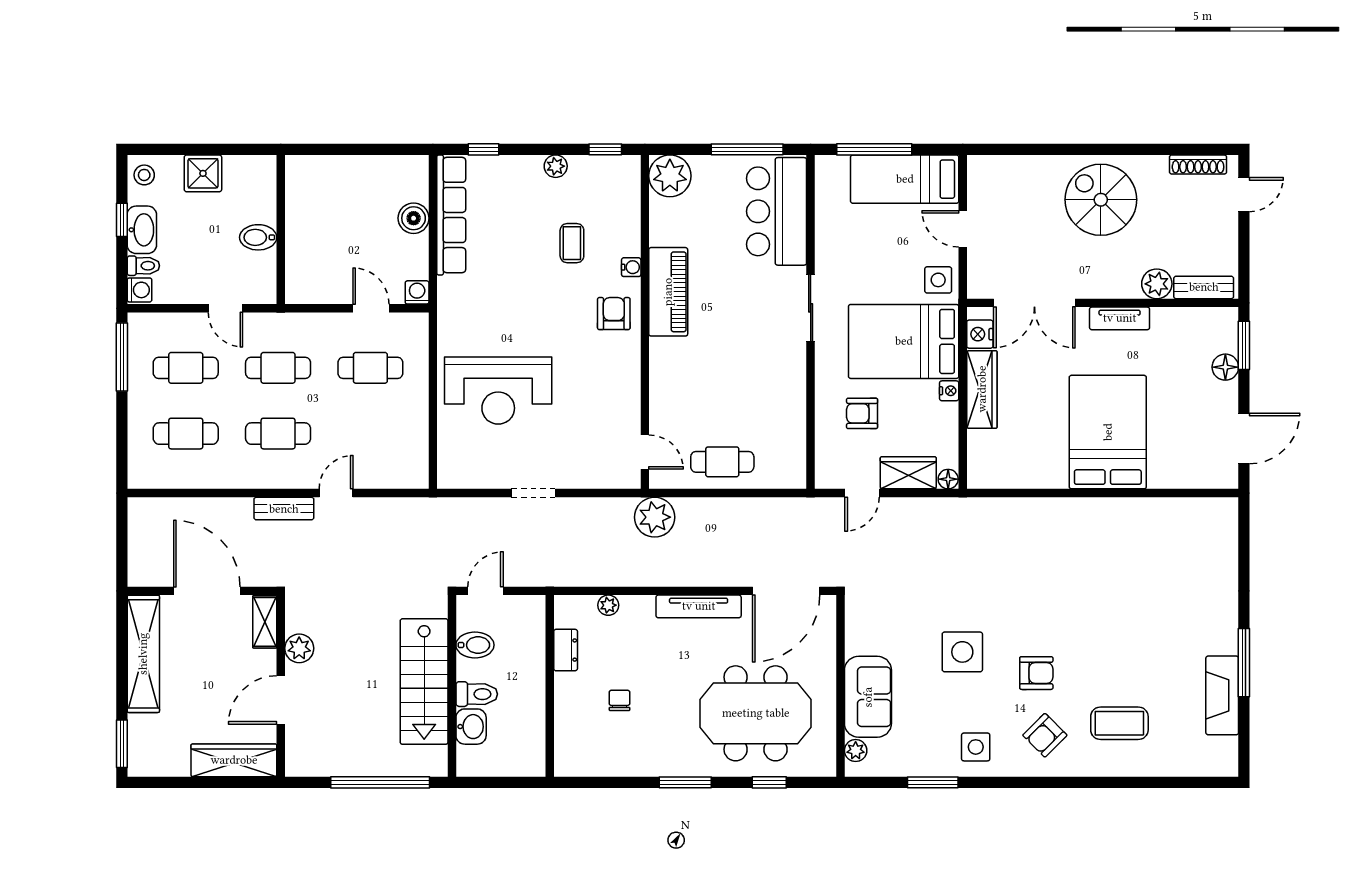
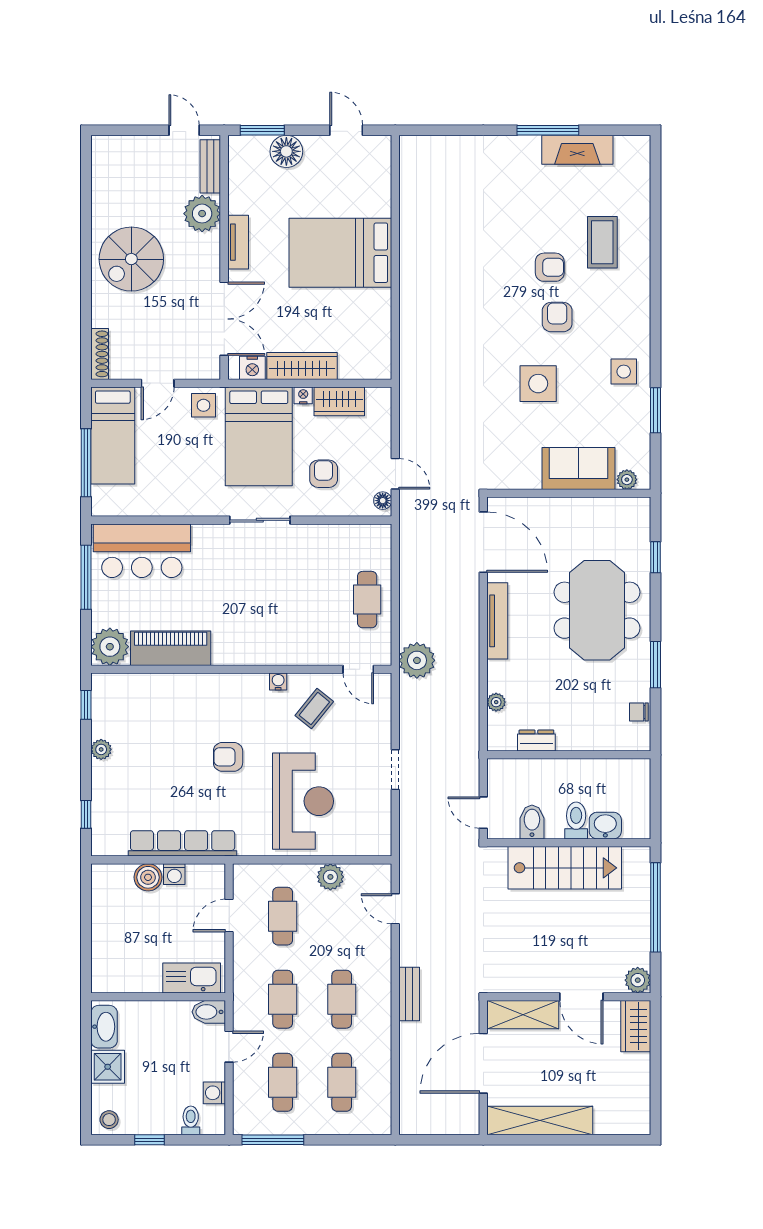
shoe rack: (1198, 164) -> (100, 354), moved
door: (1244, 195) -> (184, 130), moved
row of seats: (451, 215) -> (183, 843), moved
washbasin: (142, 230) -> (104, 1027), moved, turned 90
bidet: (258, 237) -> (209, 1012), moved, turned 90
coffee table: (572, 243) -> (314, 709), moved, turned -51
kitchen sink: (302, 267) -> (192, 978), added
water cooler: (631, 267) -> (278, 681), moved
plant: (1157, 284) -> (202, 214), width x1.36, depth x1.36
washing machine: (139, 290) -> (214, 1093), moved, turned -90
washing machine: (417, 292) -> (174, 874), moved, turned -90
piano: (668, 292) -> (171, 648), moved
sliding door: (811, 308) -> (260, 520), moved
armchair: (614, 314) -> (228, 757), moved
floor lamp: (1225, 367) -> (286, 151), width x1.38, depth x1.38
armchair: (862, 413) -> (324, 474), turned 180
plant: (414, 421) -> (330, 877), added
door: (1244, 438) -> (346, 130), width x0.73
door: (645, 452) -> (358, 669), swing flipped
wardrobe: (908, 473) -> (339, 401), moved, turned -90
floor lamp: (948, 479) -> (383, 501), moved
door: (336, 493) -> (395, 909), moved
shelving: (265, 622) -> (523, 1015), width x1.50, depth x1.33
plant: (299, 648) -> (638, 980), moved
chair: (619, 700) -> (639, 712), moved
meeting table: (756, 713) -> (597, 610), moved
armchair: (1045, 735) -> (550, 267), moved, turned -45
window: (122, 744) -> (621, 1140), removed
wardrobe: (234, 760) -> (636, 1026), width x0.67
window: (685, 782) -> (656, 665), moved

